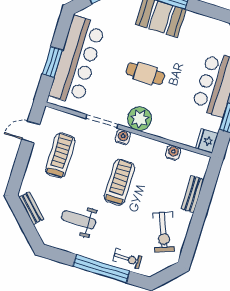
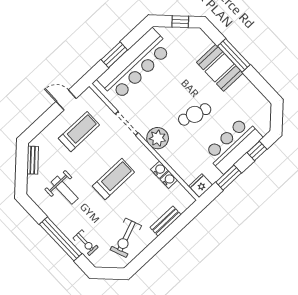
cafe table: (145, 74) -> (195, 114), moved, turned -73
water cooler: (123, 137) -> (159, 170), moved
weight bench: (79, 220) -> (65, 190), turned 180

